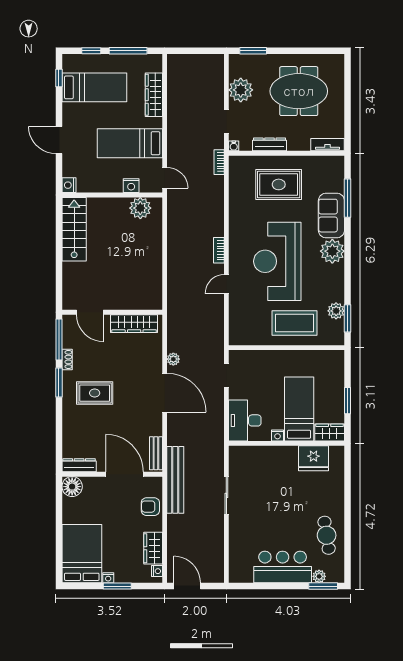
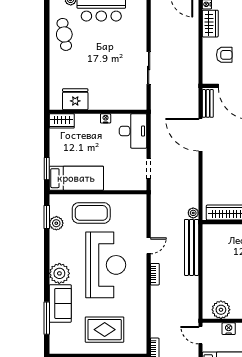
plant: (173, 359) -> (193, 213), moved
door: (165, 393) -> (200, 135), moved
window: (347, 401) -> (47, 169), moved
bed: (299, 409) -> (76, 178), moved, turned -90
bench: (175, 480) -> (192, 247), moved
armchair: (150, 507) -> (224, 55), moved

